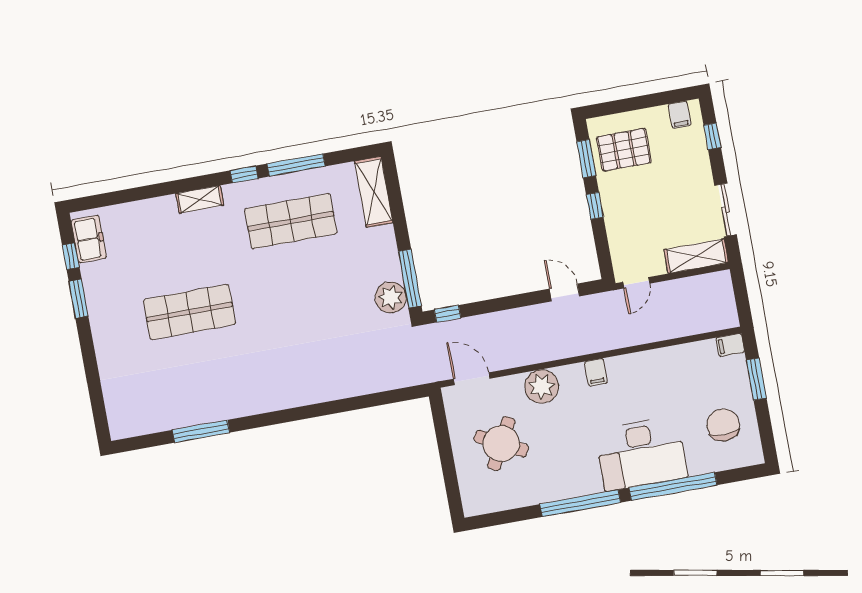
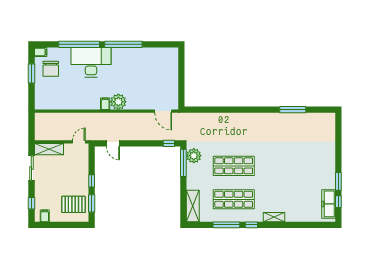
freezer: (89, 239) -> (329, 204), width x1.40
shop shelf: (190, 312) -> (234, 166), moved
filing cabinet: (730, 345) -> (41, 52), moved
window: (756, 379) -> (31, 73), moved
plant: (542, 386) -> (118, 102), moved
round table: (501, 443) -> (155, 79), removed

